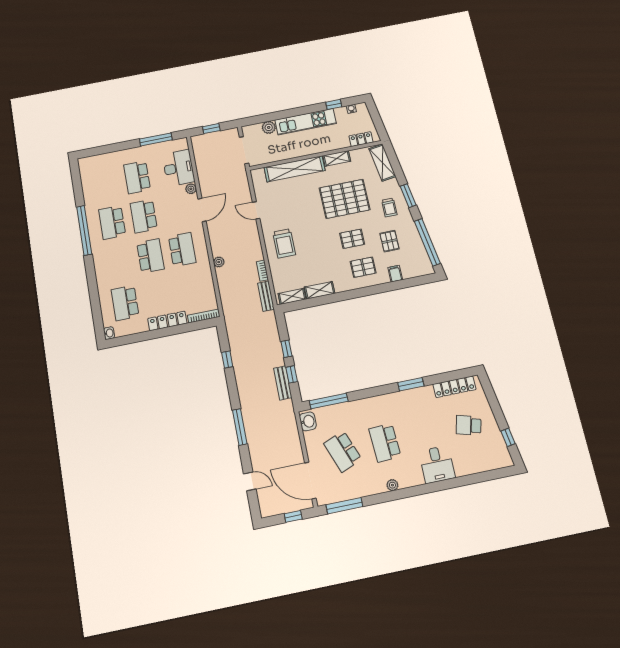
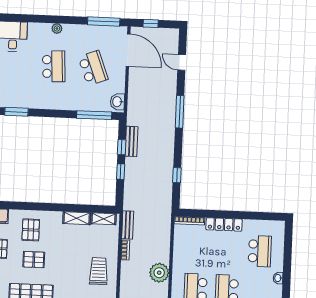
plant: (219, 262) -> (159, 273), width x1.88, depth x1.88
pallet: (363, 267) -> (31, 230), turned 90
washbasin: (109, 333) -> (278, 278), moved

